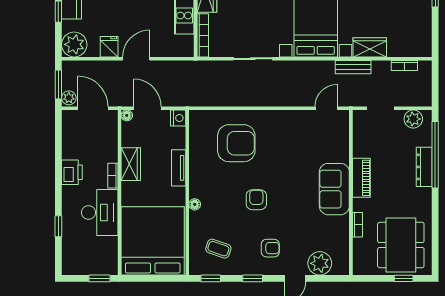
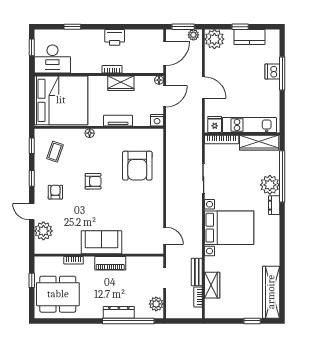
fridge: (109, 47) -> (215, 124), moved, turned -90
wardrobe: (370, 47) -> (212, 285), moved
bench: (353, 67) -> (197, 272), moved
plant: (69, 98) -> (193, 35), moved
desk: (100, 213) -> (52, 59), moved
armchair: (270, 248) -> (55, 192), turned 180
window: (100, 278) -> (32, 47), moved
window: (404, 278) -> (32, 280), moved

